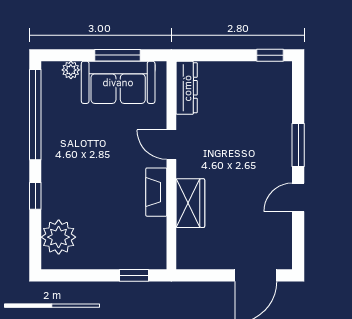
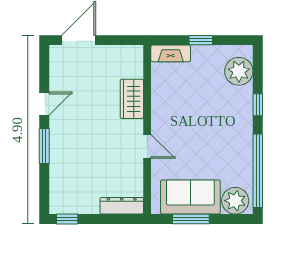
plant: (71, 70) -> (235, 201), width x1.88, depth x1.88
dresser: (187, 88) -> (122, 206), moved, turned 90
fireplace: (156, 192) -> (171, 53), moved, turned 90
window: (134, 275) -> (201, 40), moved

